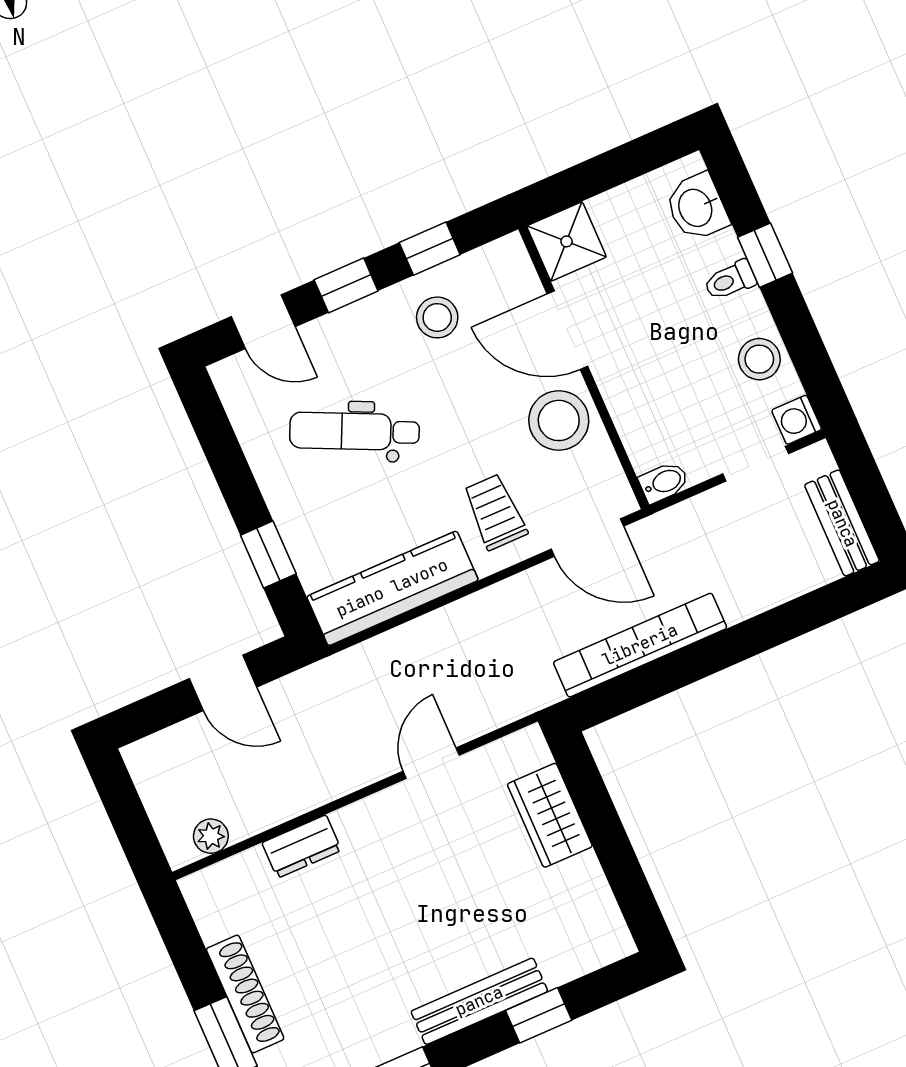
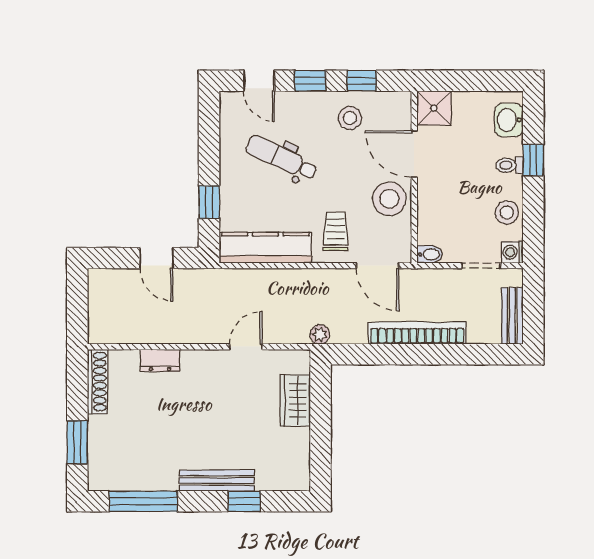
bookcase: (640, 645) -> (417, 333), moved
plant: (211, 836) -> (320, 334), moved
shoe rack: (245, 994) -> (97, 382), moved

